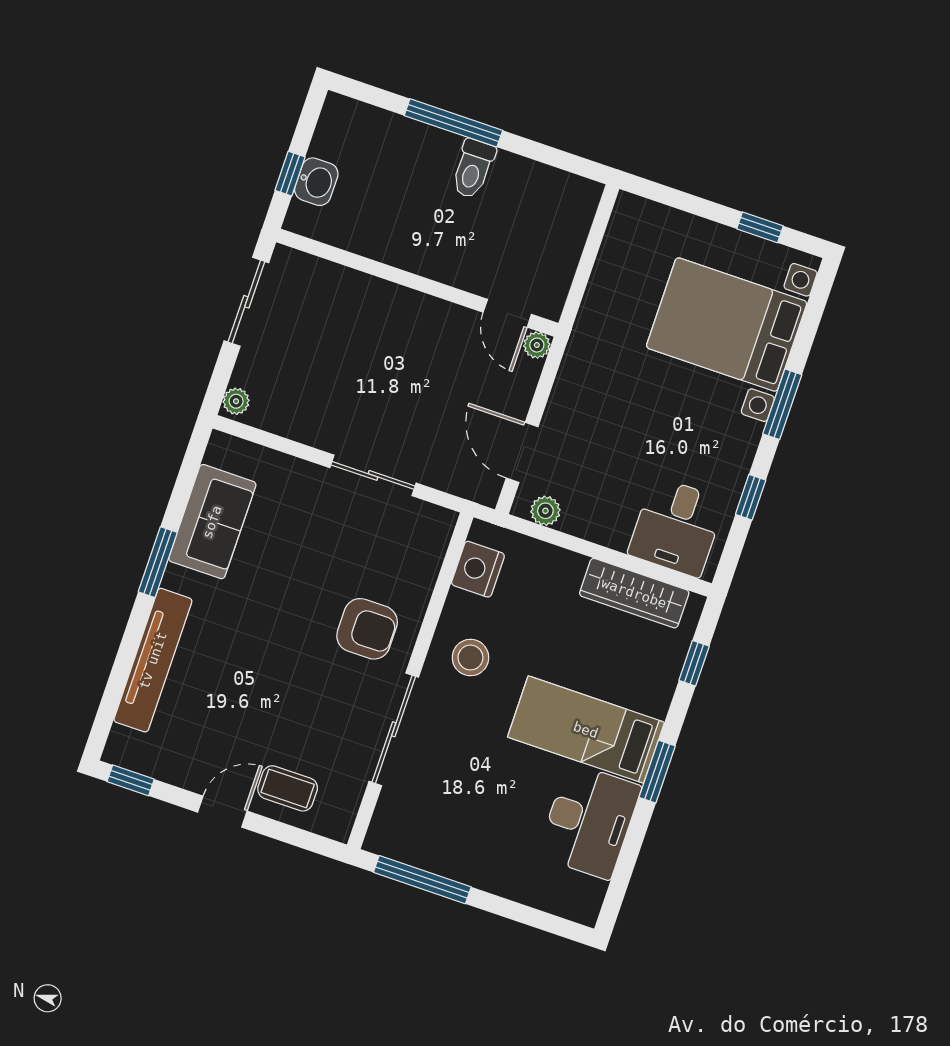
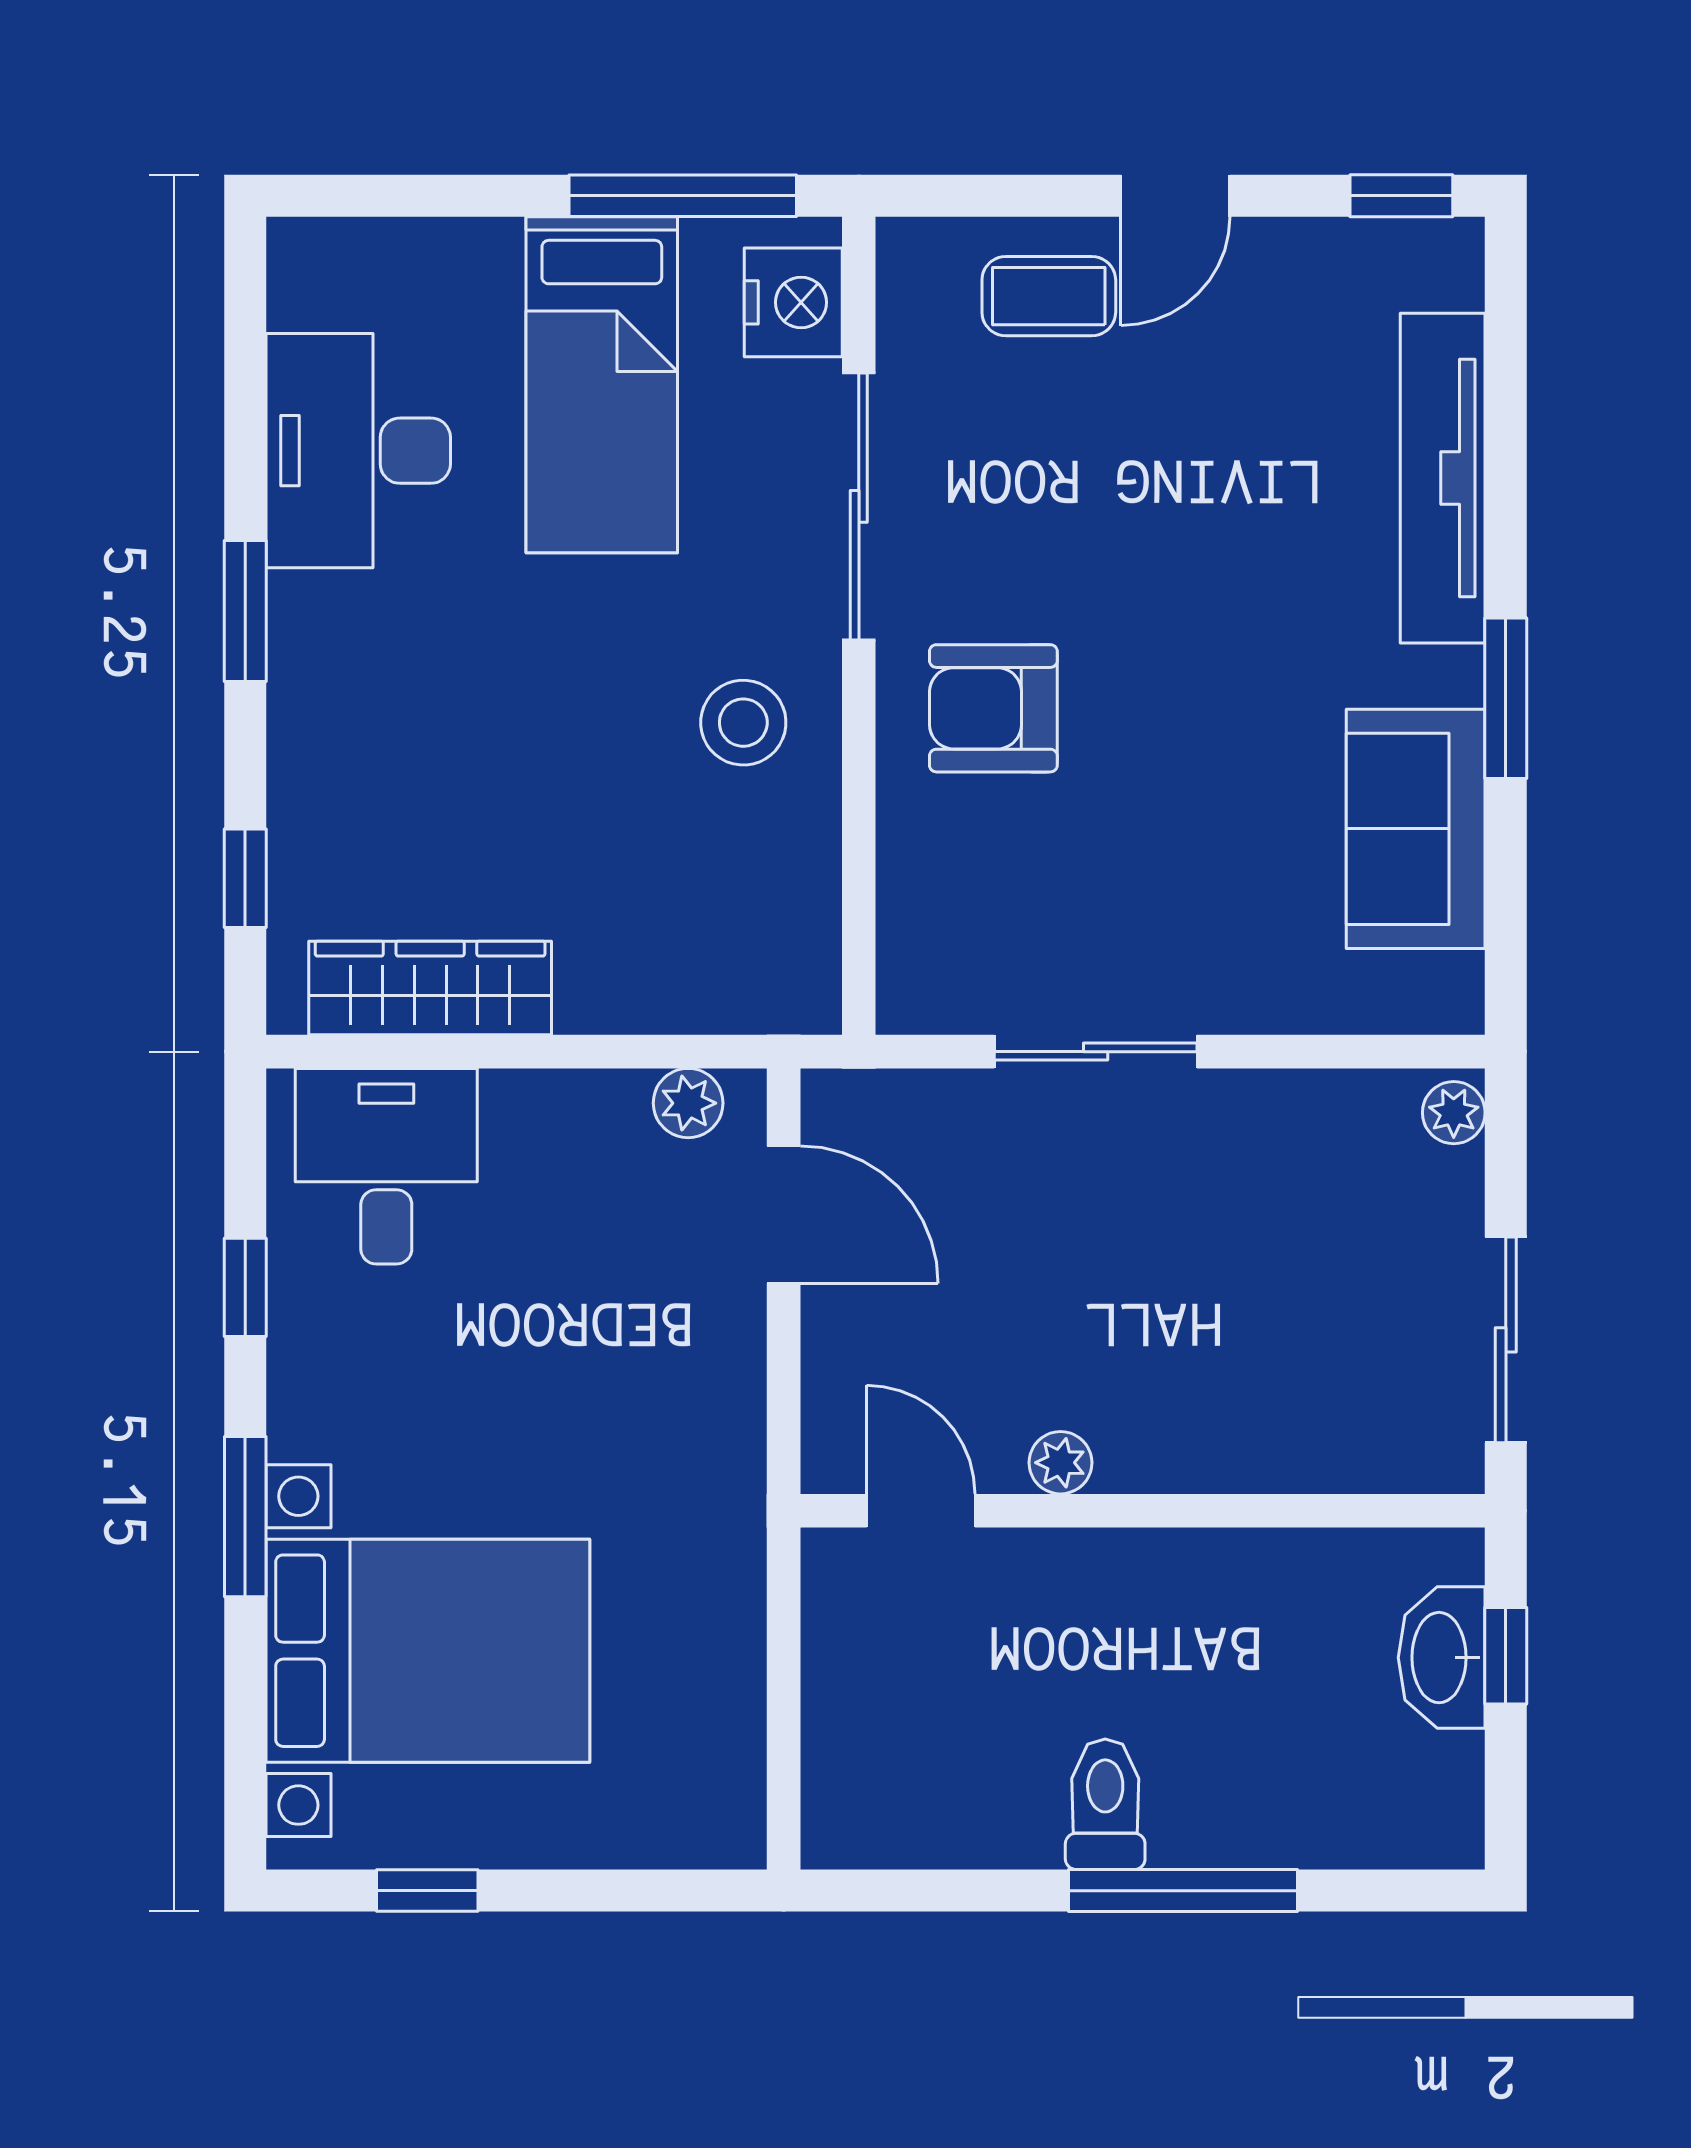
washbasin: (316, 182) -> (1442, 1658), width x1.38
plant: (537, 345) -> (1061, 1463), moved
nightstand: (478, 569) -> (793, 302), moved
bed: (586, 730) -> (602, 385), moved, turned 90

